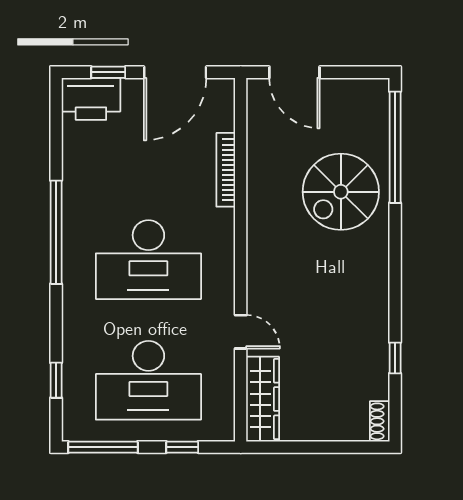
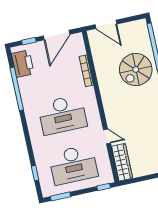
printer: (91, 99) -> (23, 64), moved, turned -90
window: (56, 232) -> (17, 89), moved
window: (103, 447) -> (60, 196), width x0.69
window: (182, 447) -> (104, 187), moved

